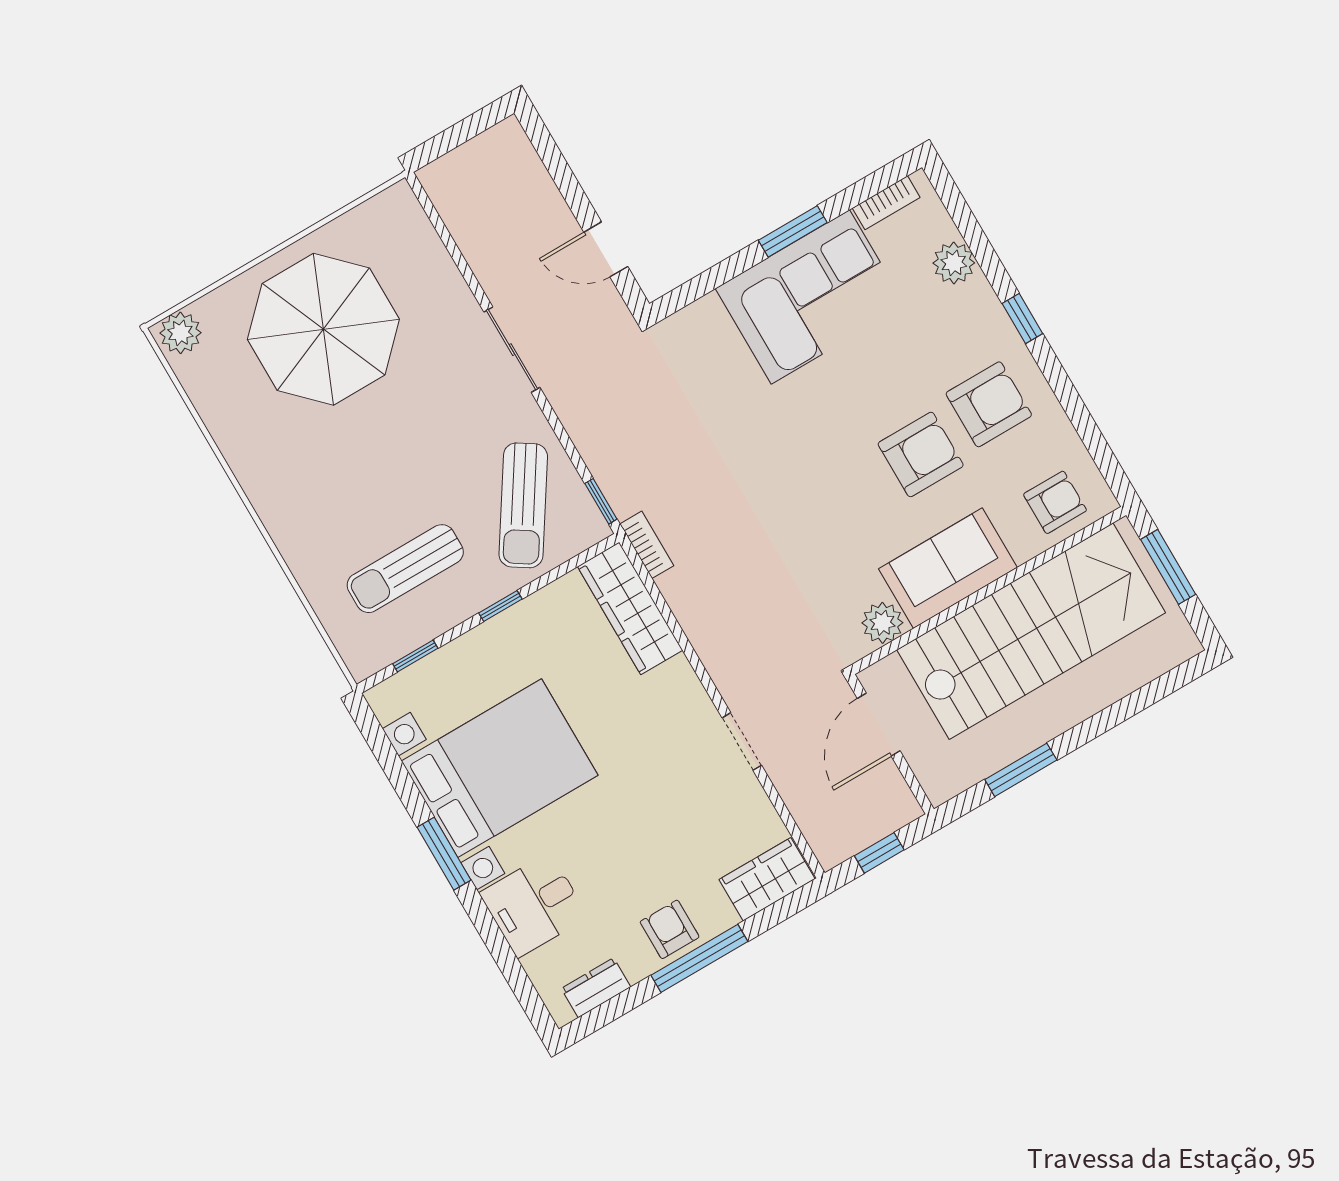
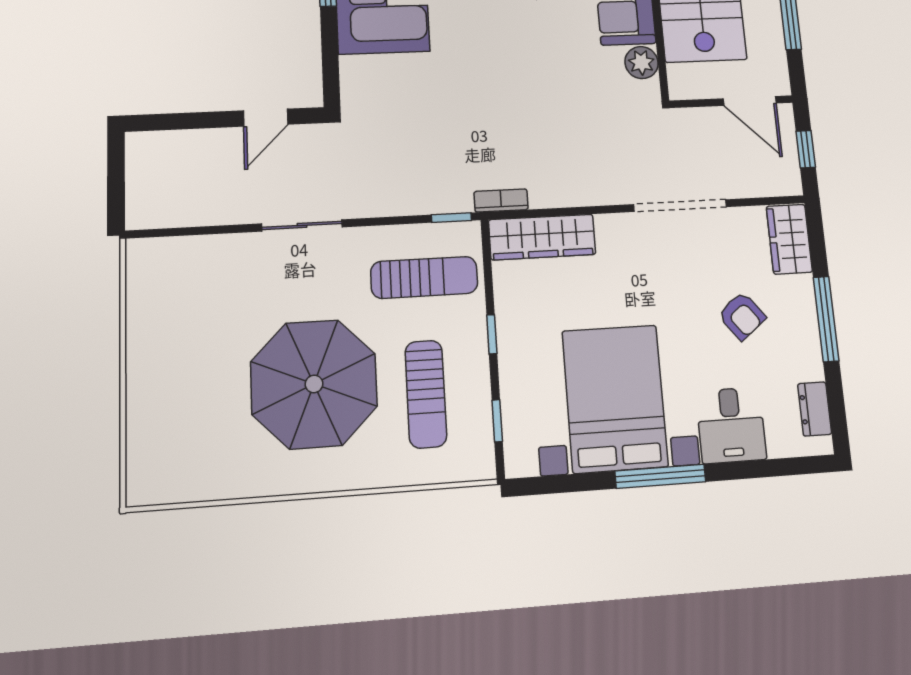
parasol: (323, 329) -> (314, 384), moved
plant: (180, 333) -> (144, 482), removed
sun lounger: (523, 505) -> (424, 277), turned -33
door: (879, 725) -> (750, 101), moved
doorway: (742, 742) -> (680, 206), width x1.87
window: (444, 854) -> (660, 476), width x1.44
armchair: (670, 929) -> (742, 316), moved, turned -128

